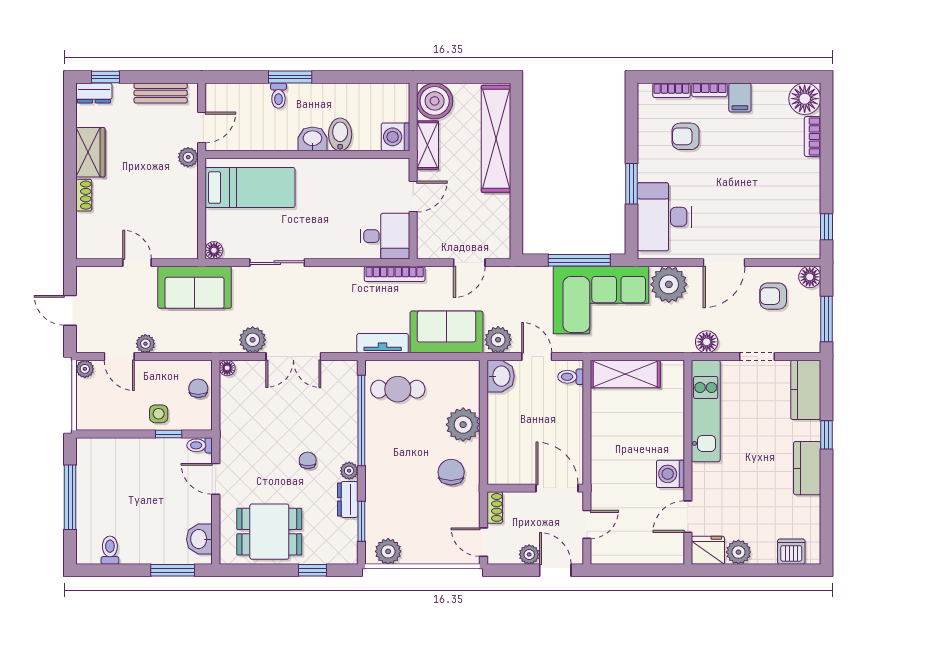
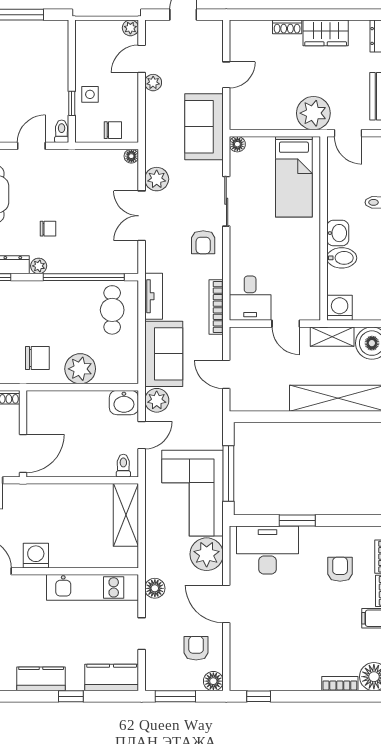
plant: (188, 157) -> (313, 113), width x1.87, depth x1.87
armchair: (323, 288) -> (203, 242), added

